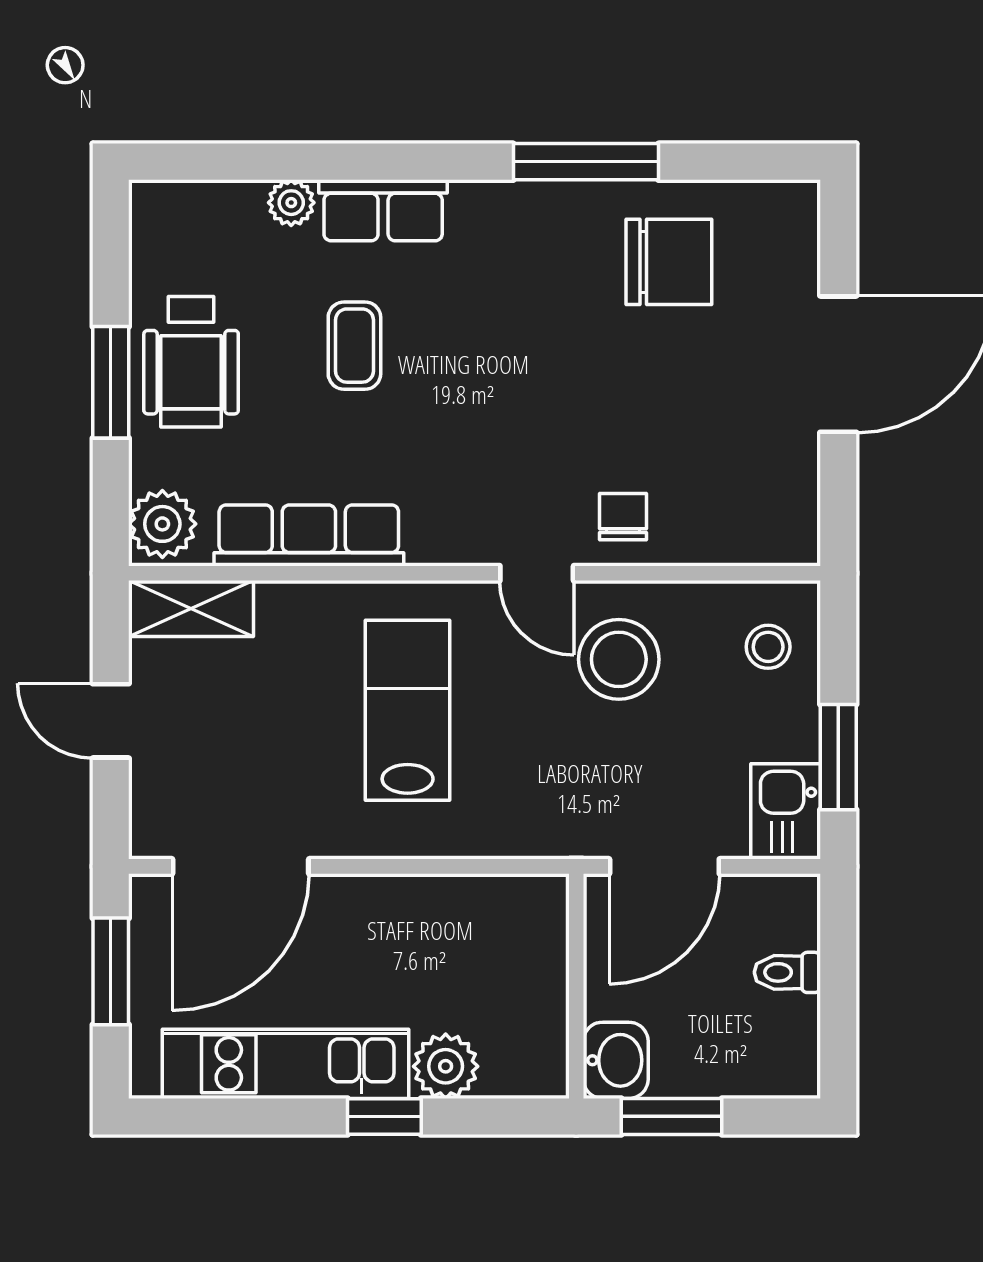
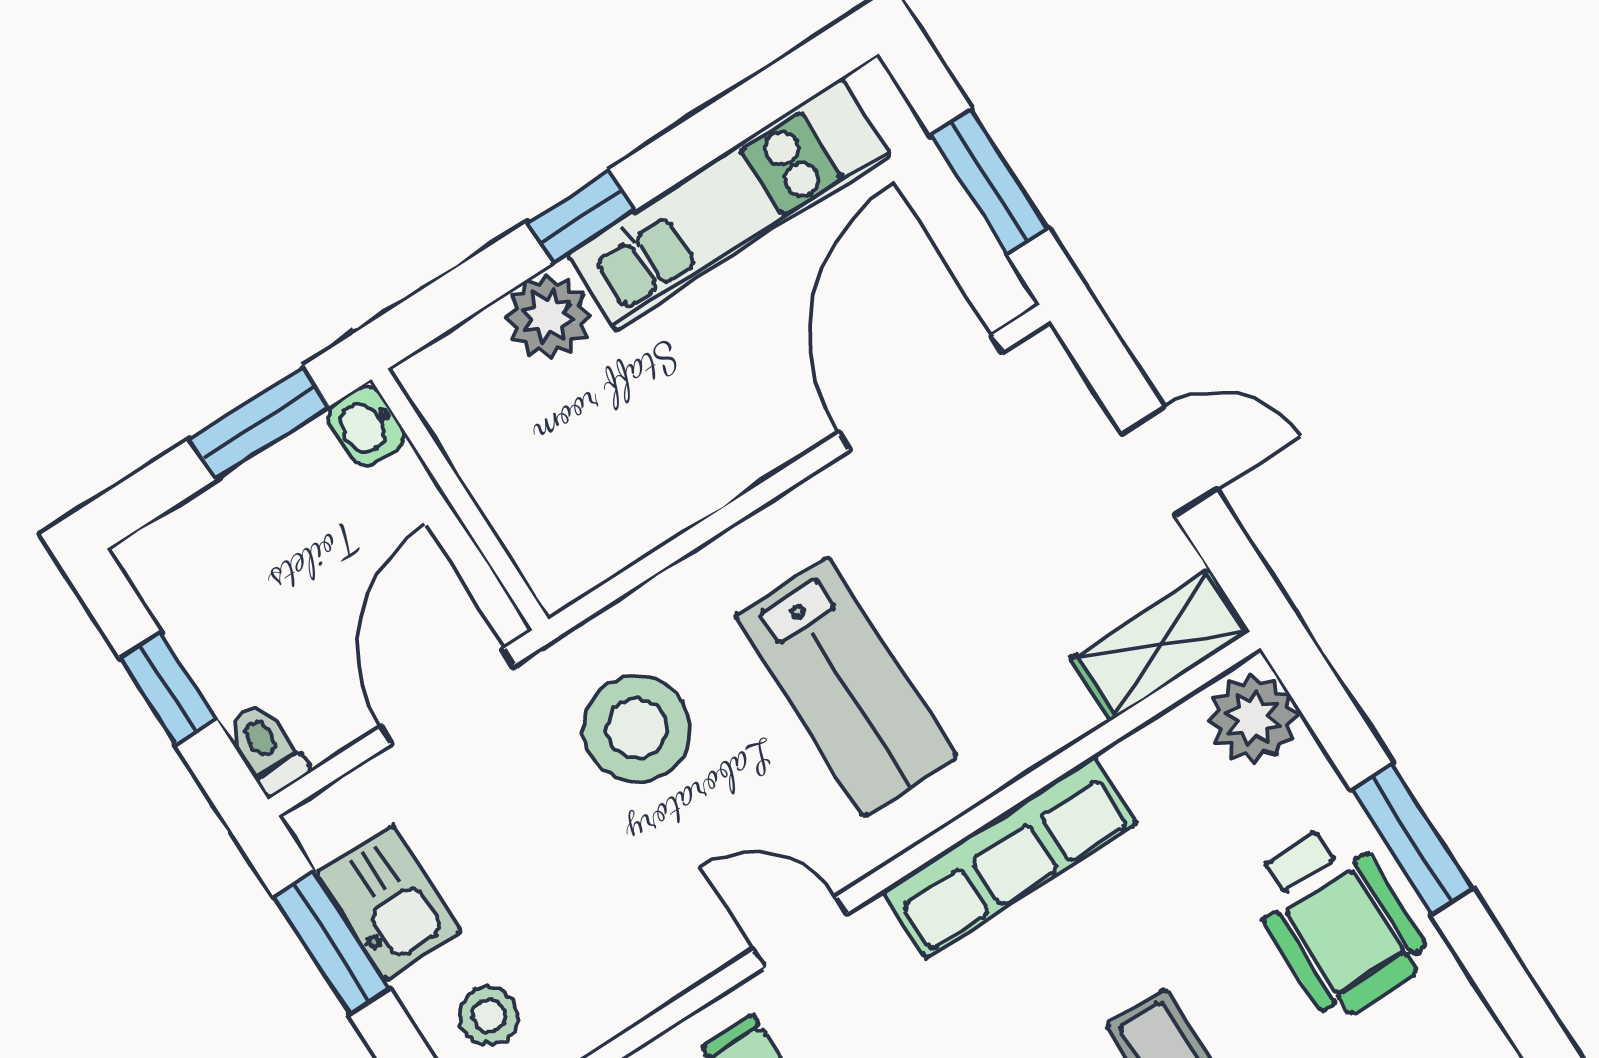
wheelchair: (191, 362) -> (1337, 920), turned 180
row of seats: (309, 535) -> (1010, 857), moved
stool: (619, 659) -> (637, 728), moved
kitchen sink: (786, 811) -> (389, 903), moved
toilet: (787, 972) -> (267, 749), moved, turned -90
window: (838, 985) -> (168, 688), added
washbasin: (616, 1060) -> (366, 426), width x0.72, depth x0.69

